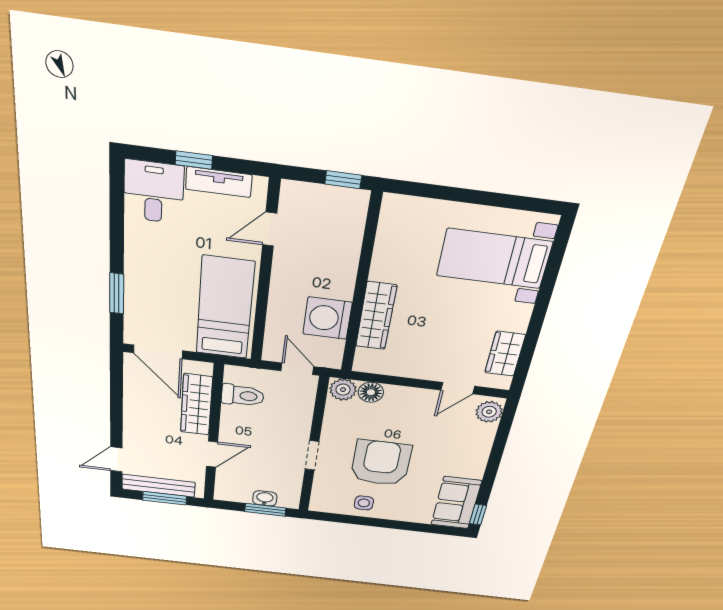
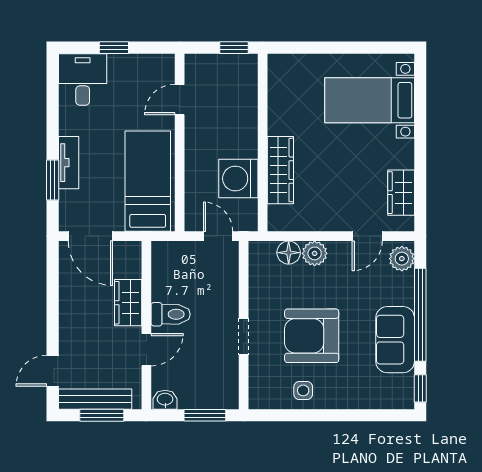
tv unit: (219, 182) -> (69, 163), moved, turned -90
plant: (343, 390) -> (315, 253), moved
toilet: (243, 396) -> (171, 314), moved
wardrobe: (196, 405) -> (128, 303), width x0.67
window: (495, 460) -> (420, 315), added
armchair: (381, 463) -> (312, 336), turned -90
washbasin: (265, 498) -> (165, 400), moved
sofa: (456, 503) -> (395, 340), moved

